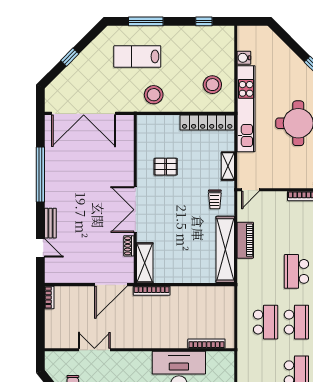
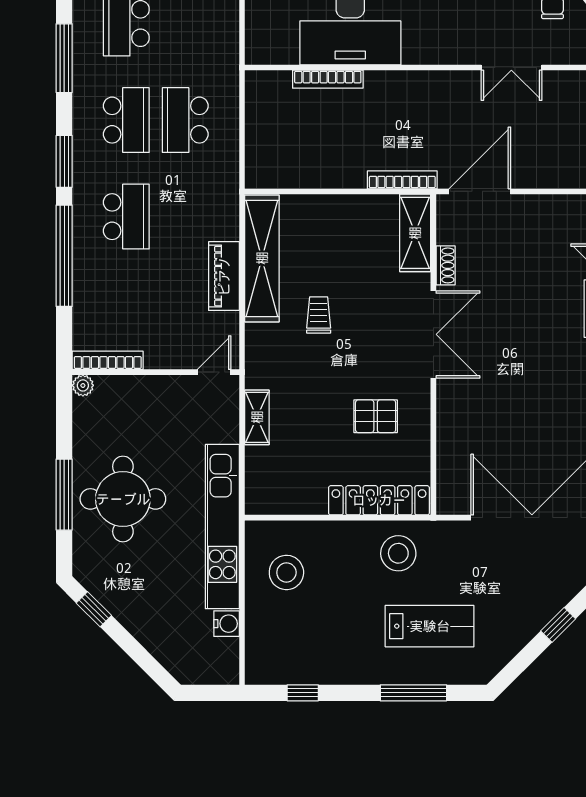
locker: (207, 122) -> (379, 500), moved
trolley: (215, 199) -> (319, 315), moved
school desk: (296, 322) -> (126, 120), turned 180
bookcase: (206, 344) -> (328, 79), moved

